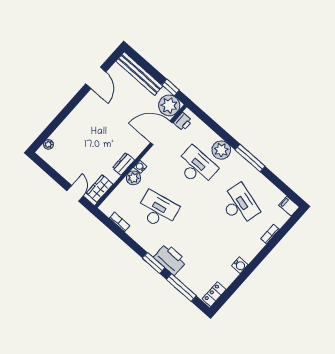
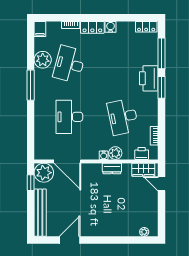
printer: (183, 122) -> (142, 153), moved
plant: (221, 150) -> (43, 60), moved
door: (75, 193) -> (162, 184), hinge flipped
locker: (252, 250) -> (92, 27), added

